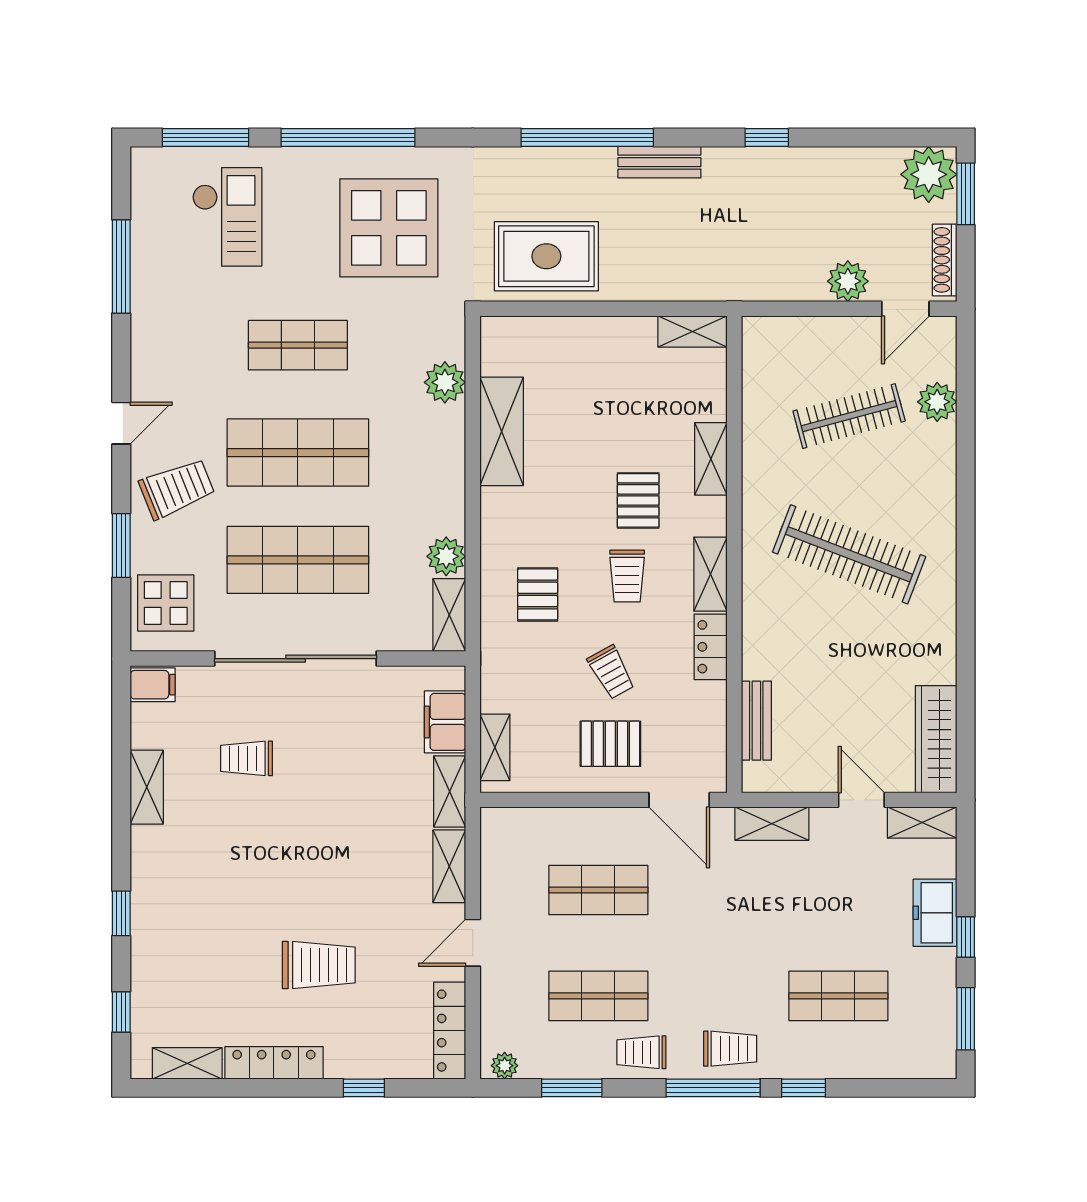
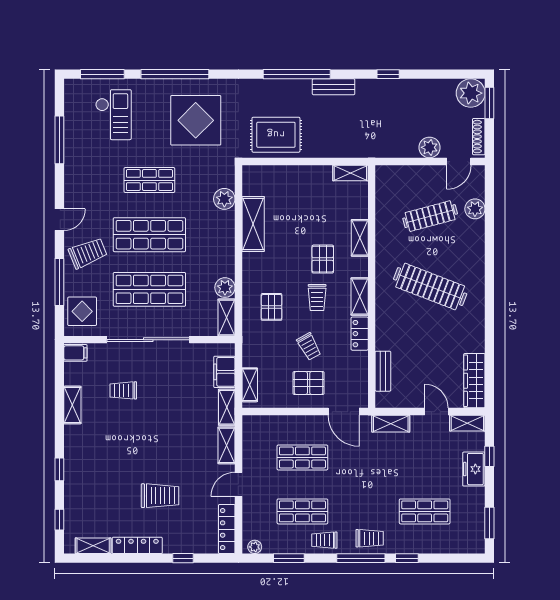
window: (121, 546) -> (59, 282), width x1.44
window: (966, 937) -> (489, 456), moved

